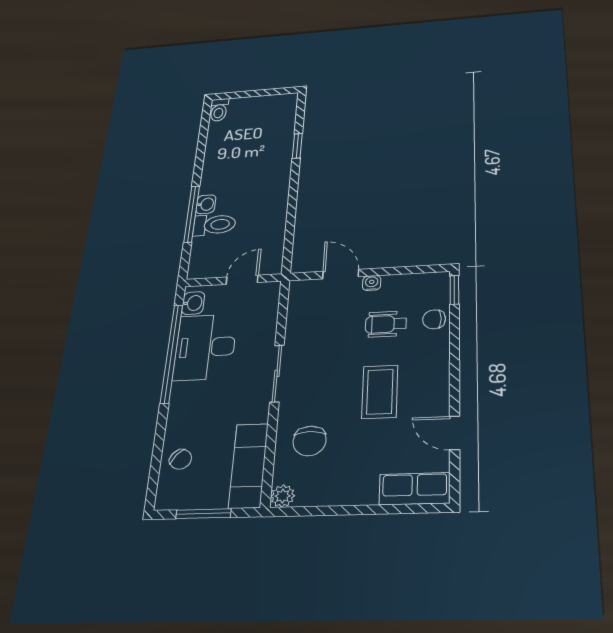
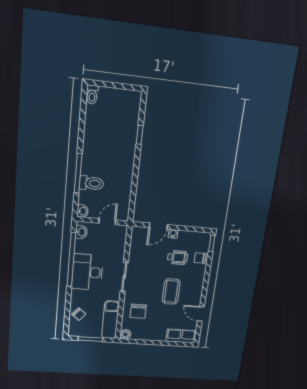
washbasin: (206, 204) -> (83, 211), moved
door: (341, 274) -> (158, 226), swing flipped
wheelchair: (386, 324) -> (178, 257), turned 180
desk: (205, 347) -> (87, 272), moved

